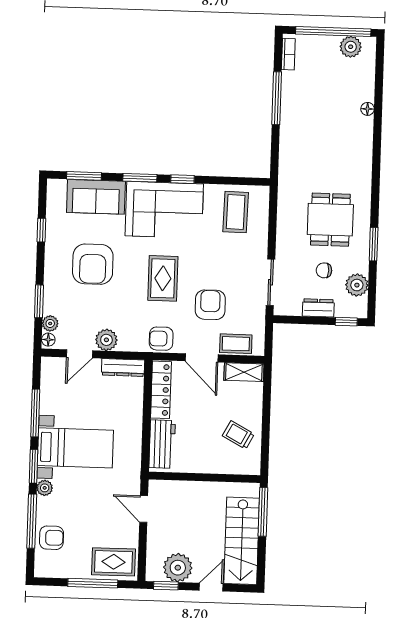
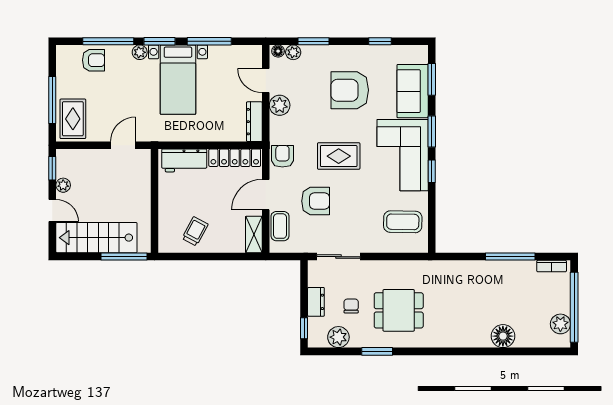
floor lamp: (368, 109) -> (503, 336), width x1.89, depth x1.89
armchair: (51, 538) -> (93, 60), turned -90
plant: (178, 568) -> (63, 185), width x0.53, depth x0.53

